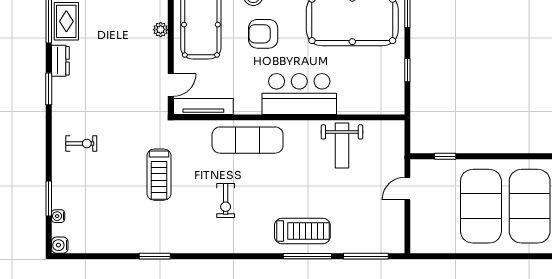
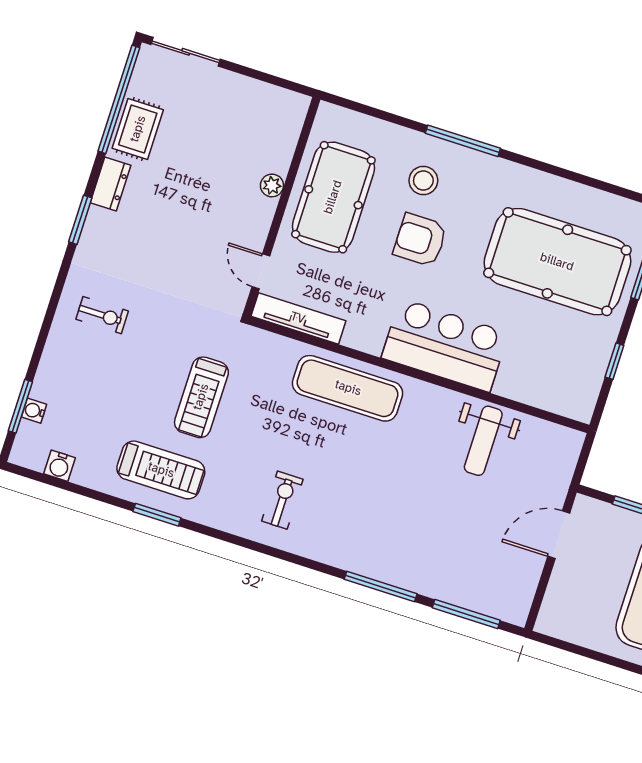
door: (171, 85) -> (261, 271), swing flipped
door: (407, 189) -> (559, 535), width x1.38
window: (49, 199) -> (20, 406), moved
exercise bike: (226, 201) -> (282, 500), moved, turned 180
treadmill: (302, 231) -> (161, 470), moved
water cooler: (60, 245) -> (60, 466), moved, turned -90

